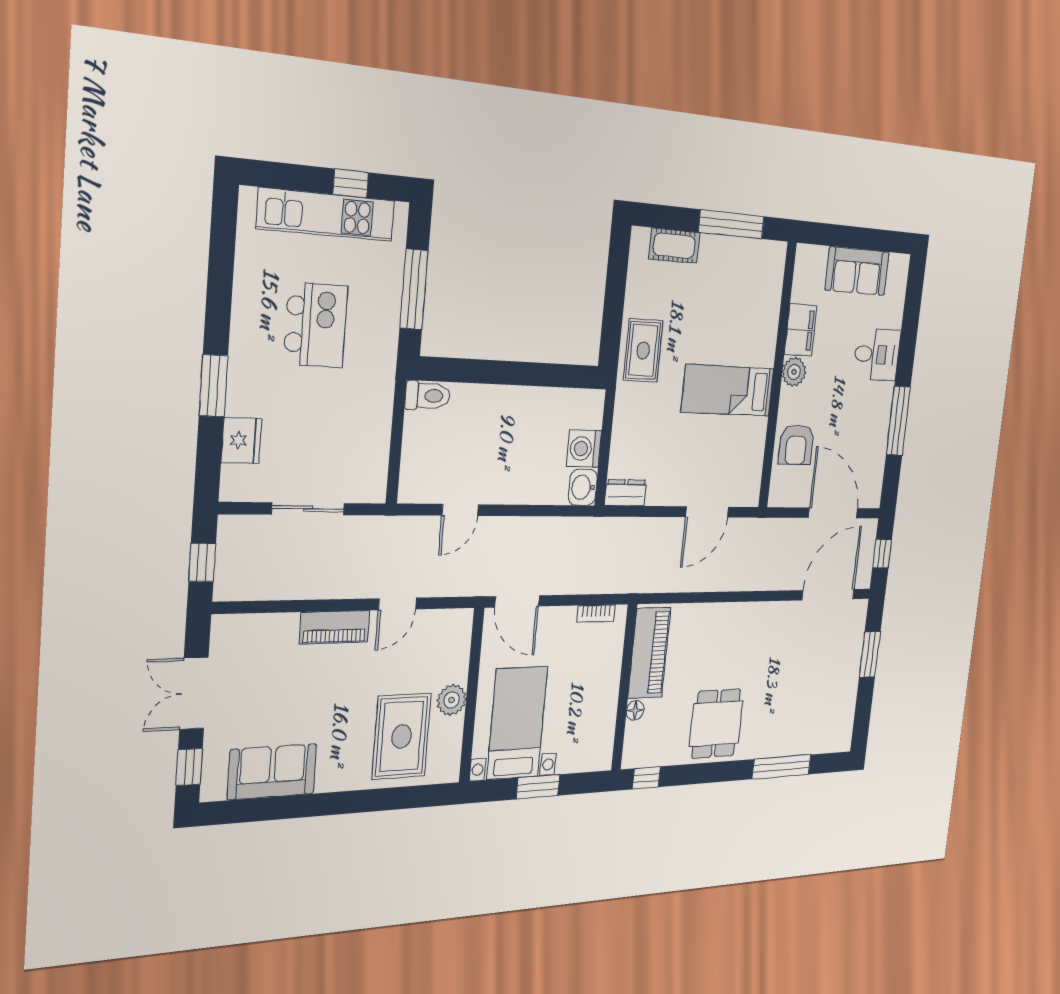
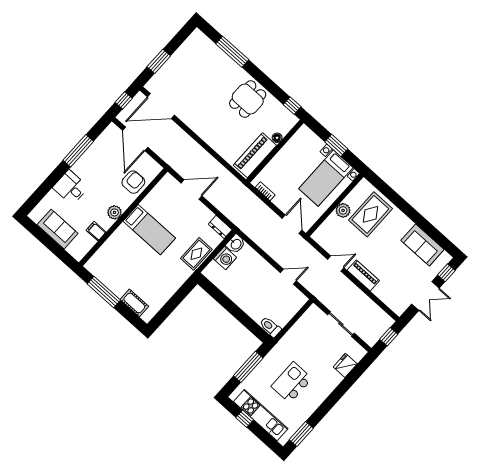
filing cabinet: (801, 330) -> (96, 231), width x0.50
rug: (643, 350) -> (196, 254), moved
window: (213, 386) -> (301, 434), moved

